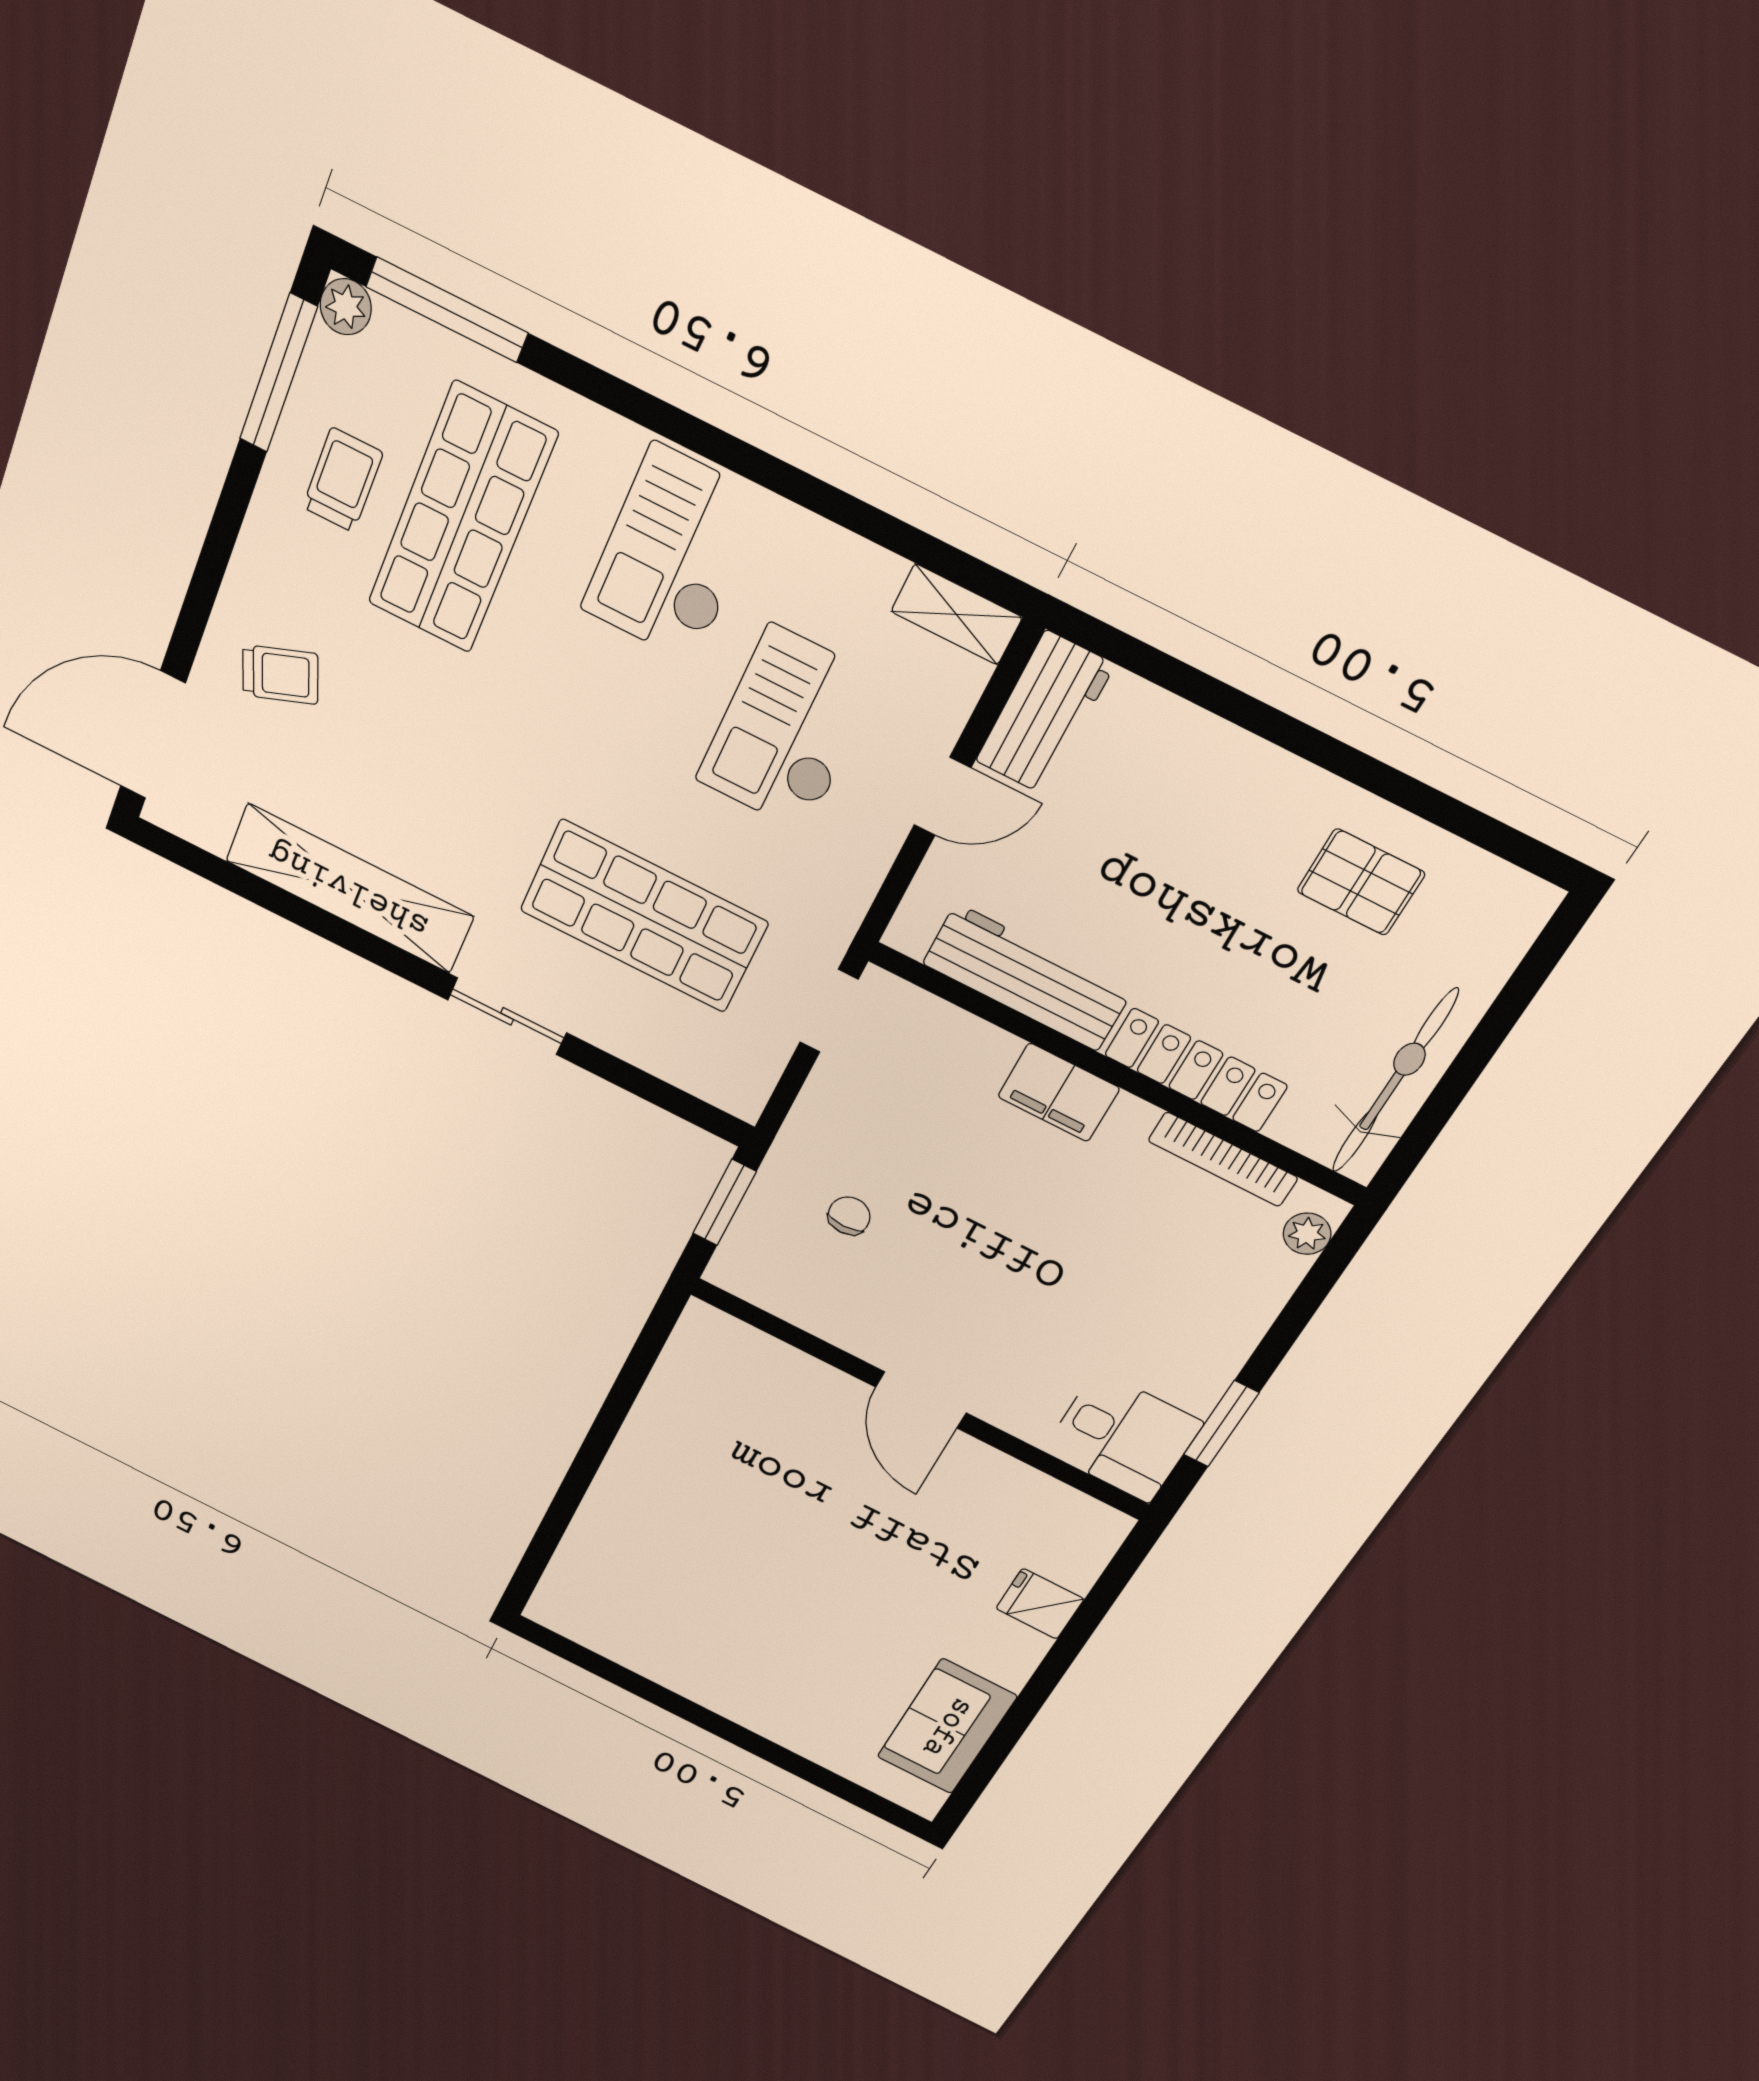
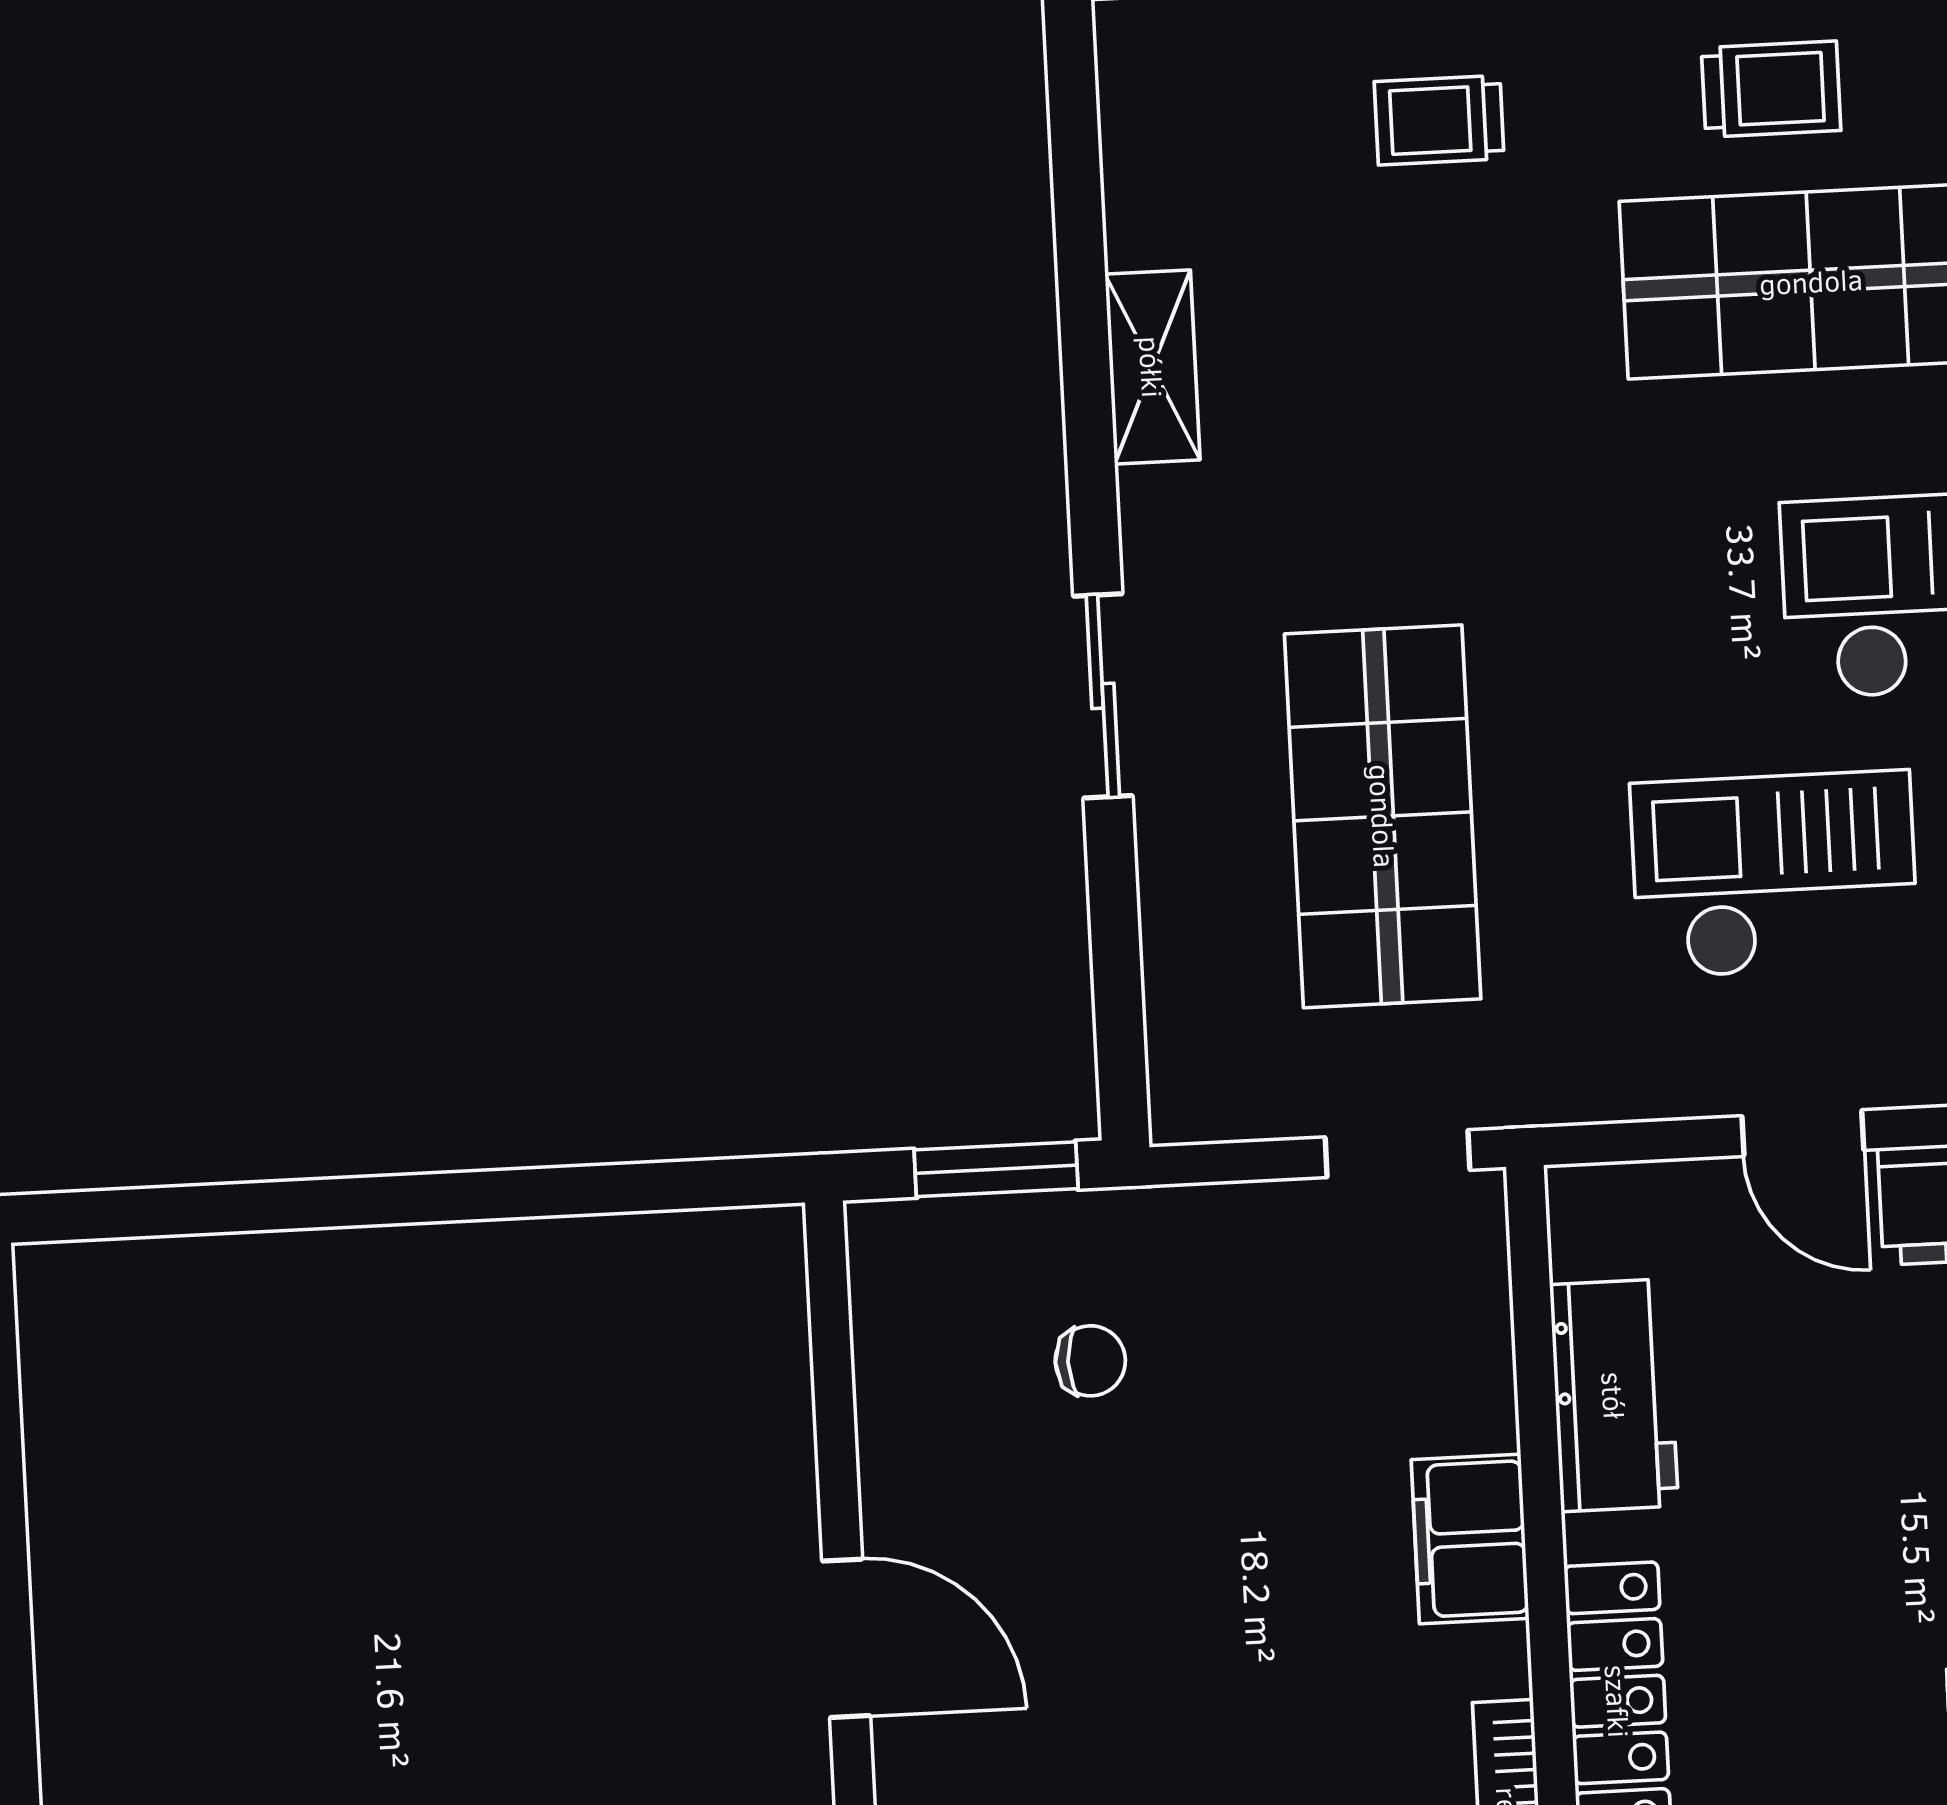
trolley: (280, 675) -> (1439, 120), turned 110
shelving: (349, 888) -> (1152, 367), width x0.45, depth x0.75
workbench: (1027, 977) -> (1614, 1395), width x0.73
door: (921, 1400) -> (846, 1638), swing flipped

